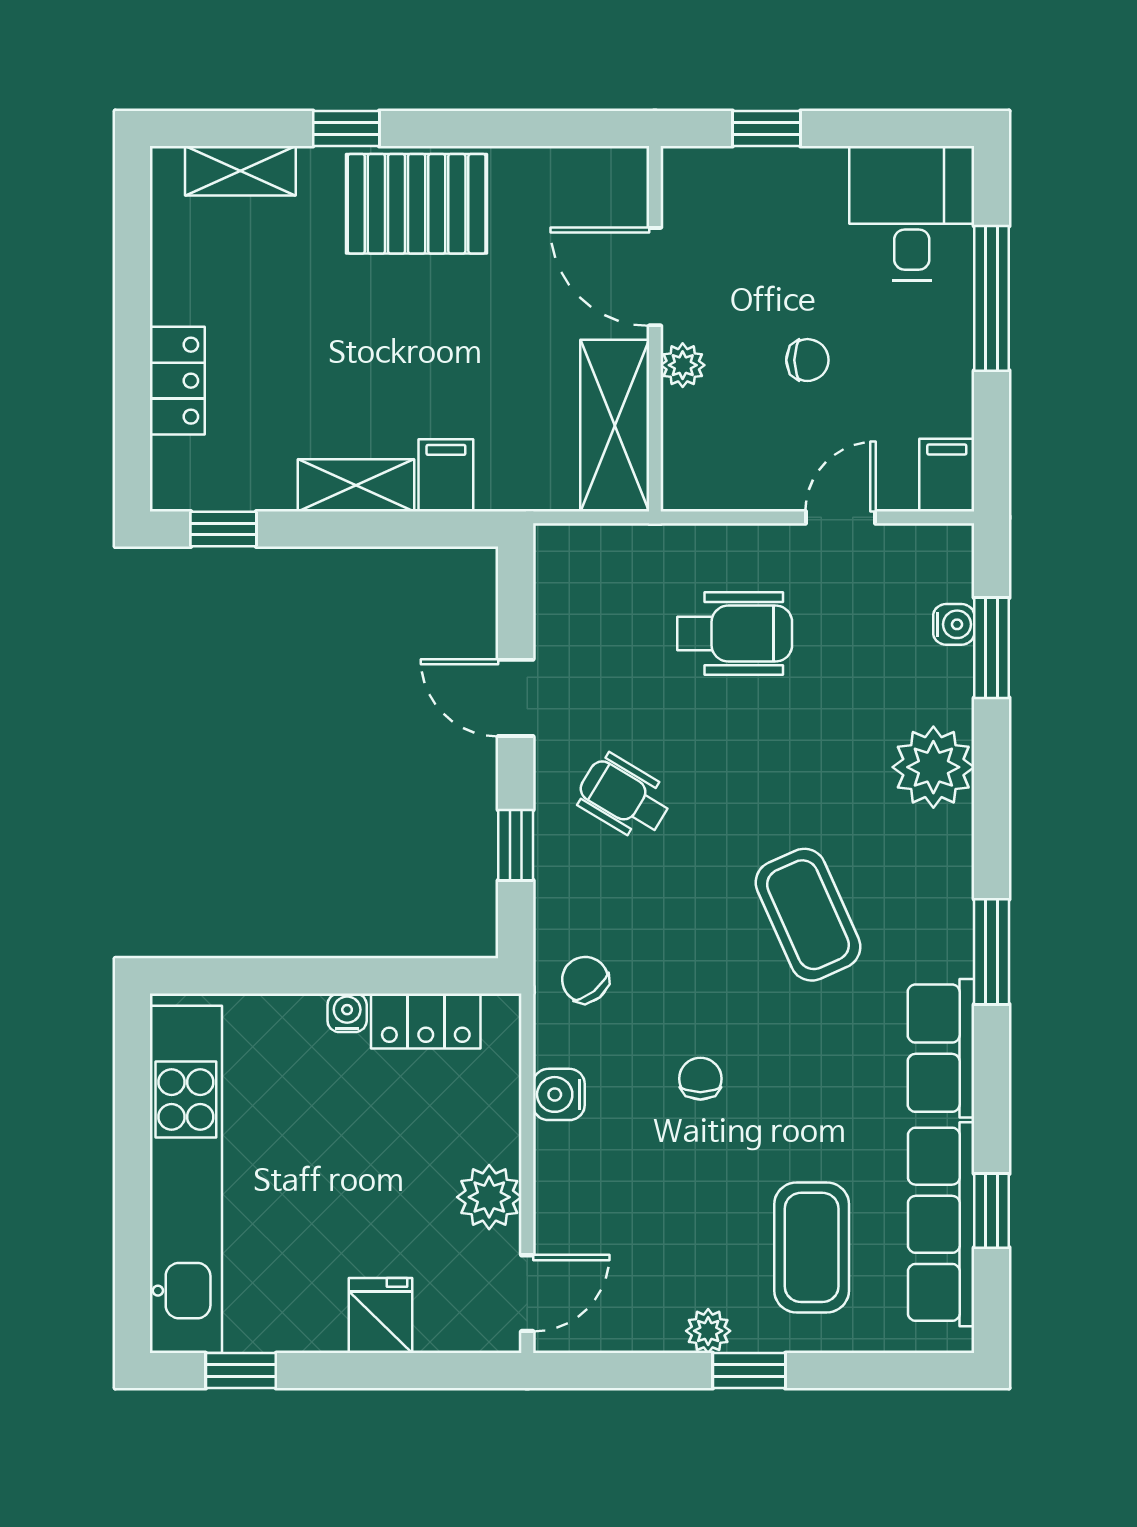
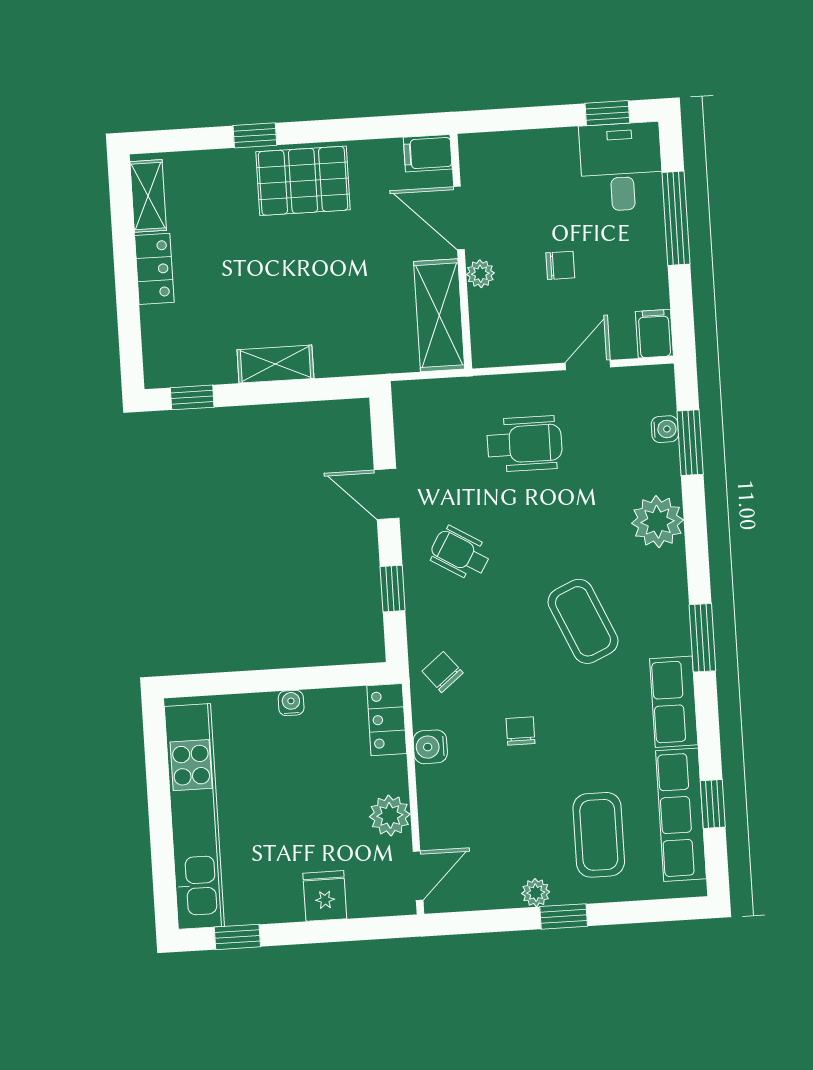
window: (767, 128) -> (607, 113), moved
shelving: (240, 171) -> (148, 196), moved, turned 90
locker: (177, 381) -> (154, 269), moved
filing cabinet: (446, 475) -> (428, 153), moved, turned -90
locker: (426, 1021) -> (387, 720), moved, turned 90

